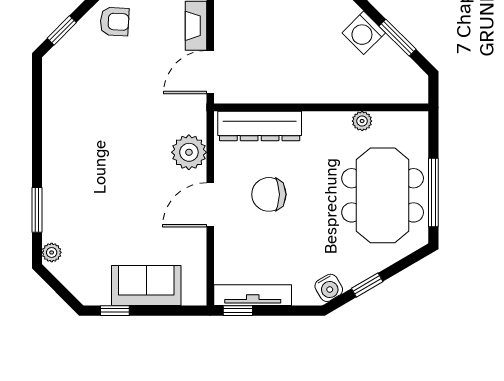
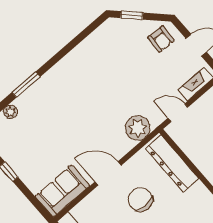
door: (210, 72) -> (178, 113), width x0.73
plant: (189, 152) -> (138, 128), moved
sofa: (146, 286) -> (62, 191), moved, turned -90

